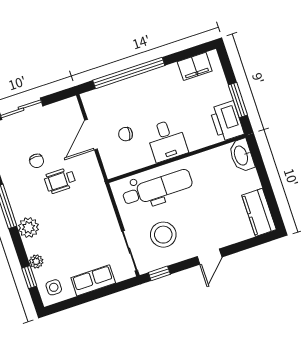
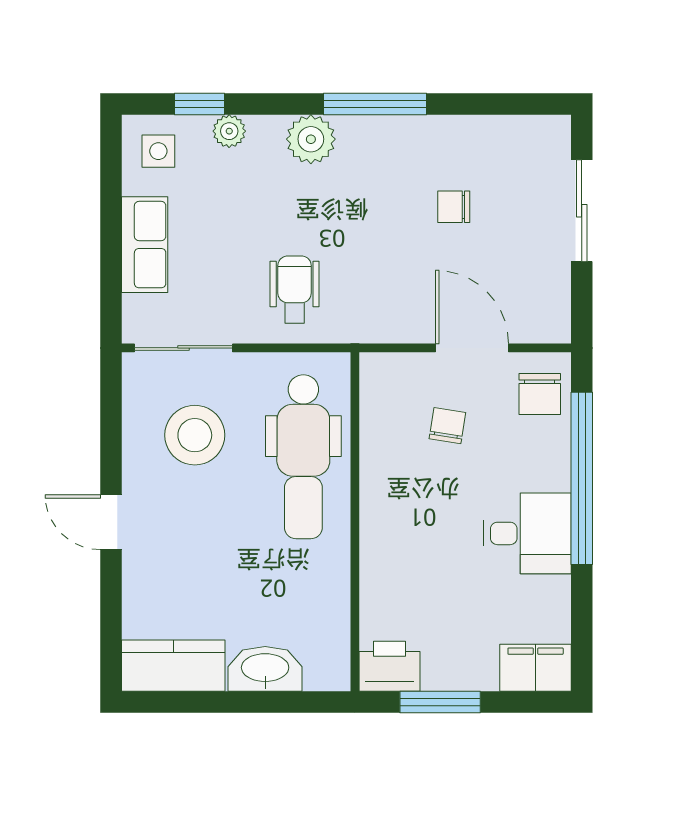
filing cabinet: (195, 66) -> (536, 668), moved, turned 90
chair: (100, 101) -> (540, 394), added
printer: (227, 121) -> (389, 666), width x0.73, depth x0.84
desk: (167, 140) -> (527, 533), moved, turned 180
washbasin: (241, 155) -> (265, 669), moved
wheelchair: (60, 181) -> (295, 289), moved
window: (159, 273) -> (111, 397), removed

